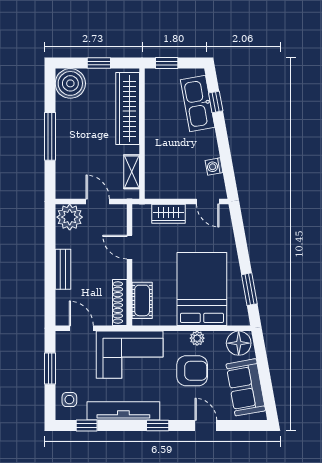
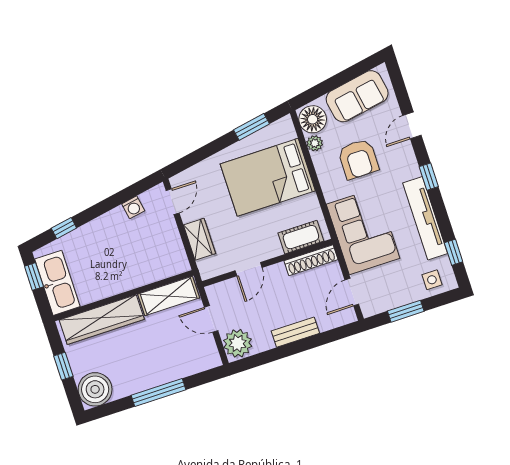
window: (167, 63) -> (34, 277), moved
kitchen sink: (198, 104) -> (57, 283), moved, turned -80
shelving: (132, 172) -> (169, 296), width x1.50, depth x1.33
door: (98, 201) -> (211, 319), hinge flipped
plant: (197, 338) -> (315, 143), moved
armchair: (192, 371) -> (358, 159), turned 180

